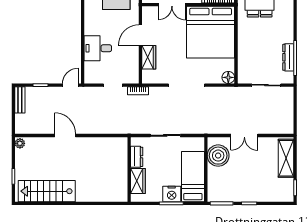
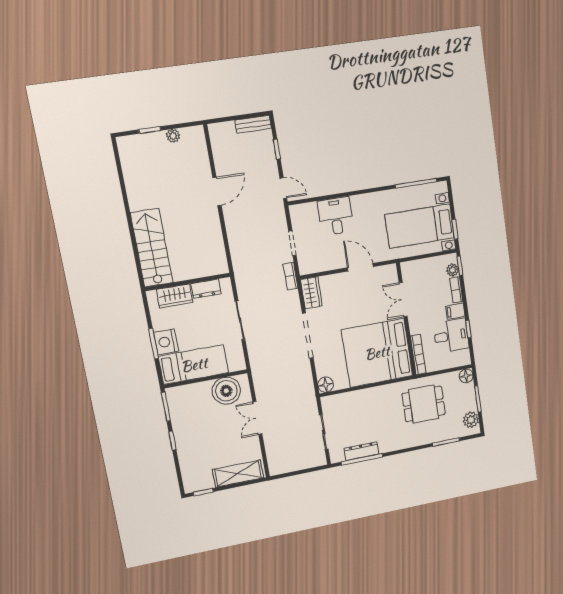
wardrobe: (149, 57) -> (311, 293), moved, turned -90
plant: (20, 143) -> (173, 136), moved
stairs: (47, 191) -> (152, 248), moved

